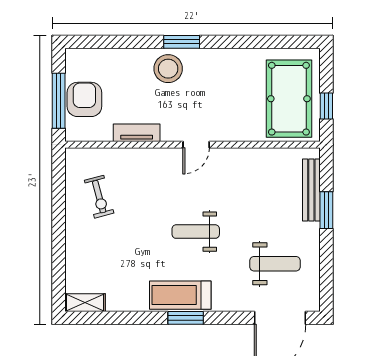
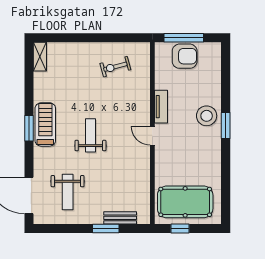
tv unit: (137, 133) -> (161, 107), moved
bench: (311, 190) -> (120, 218), width x0.73

